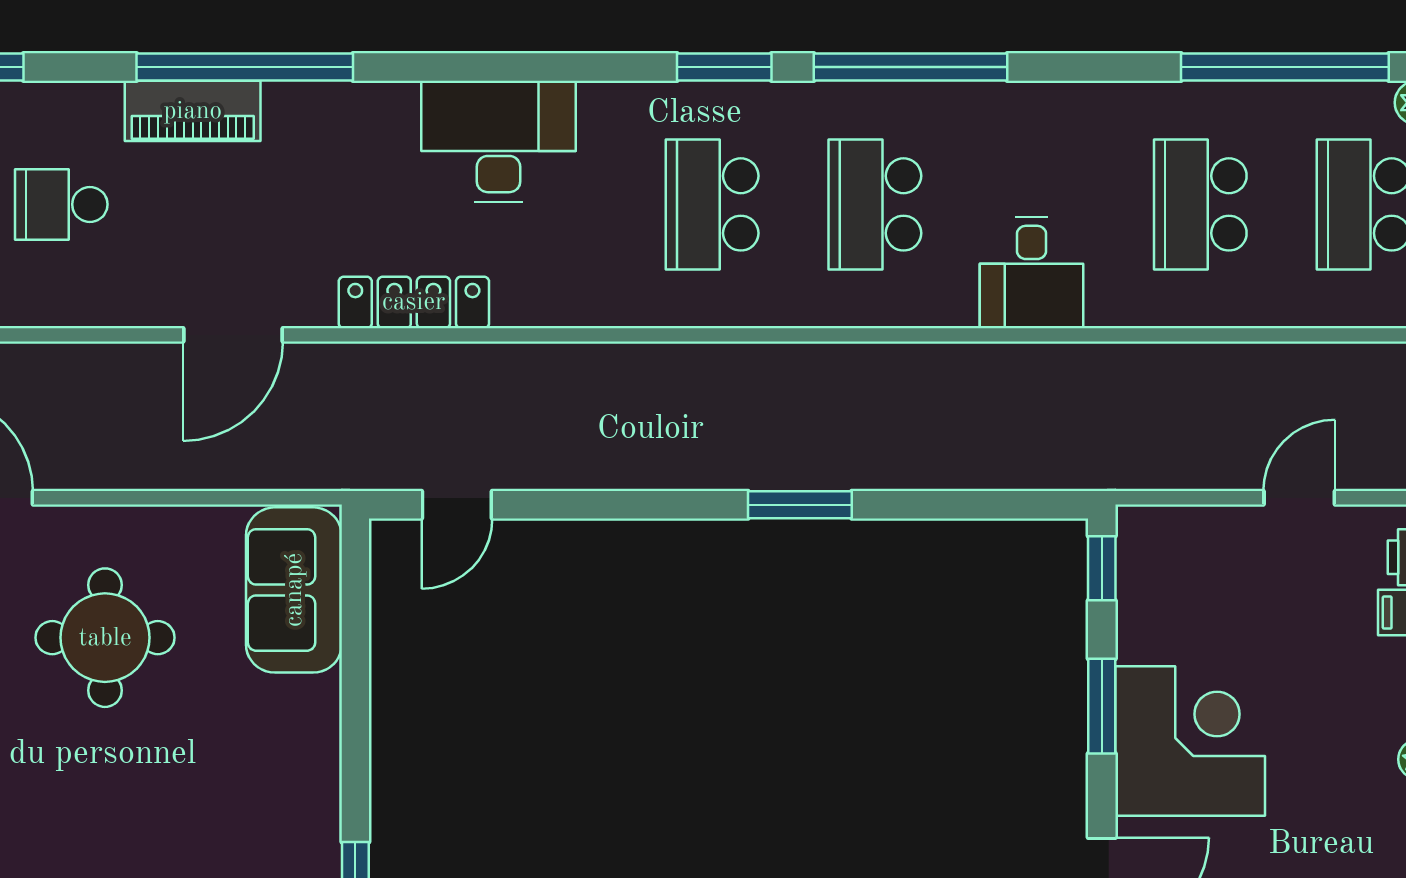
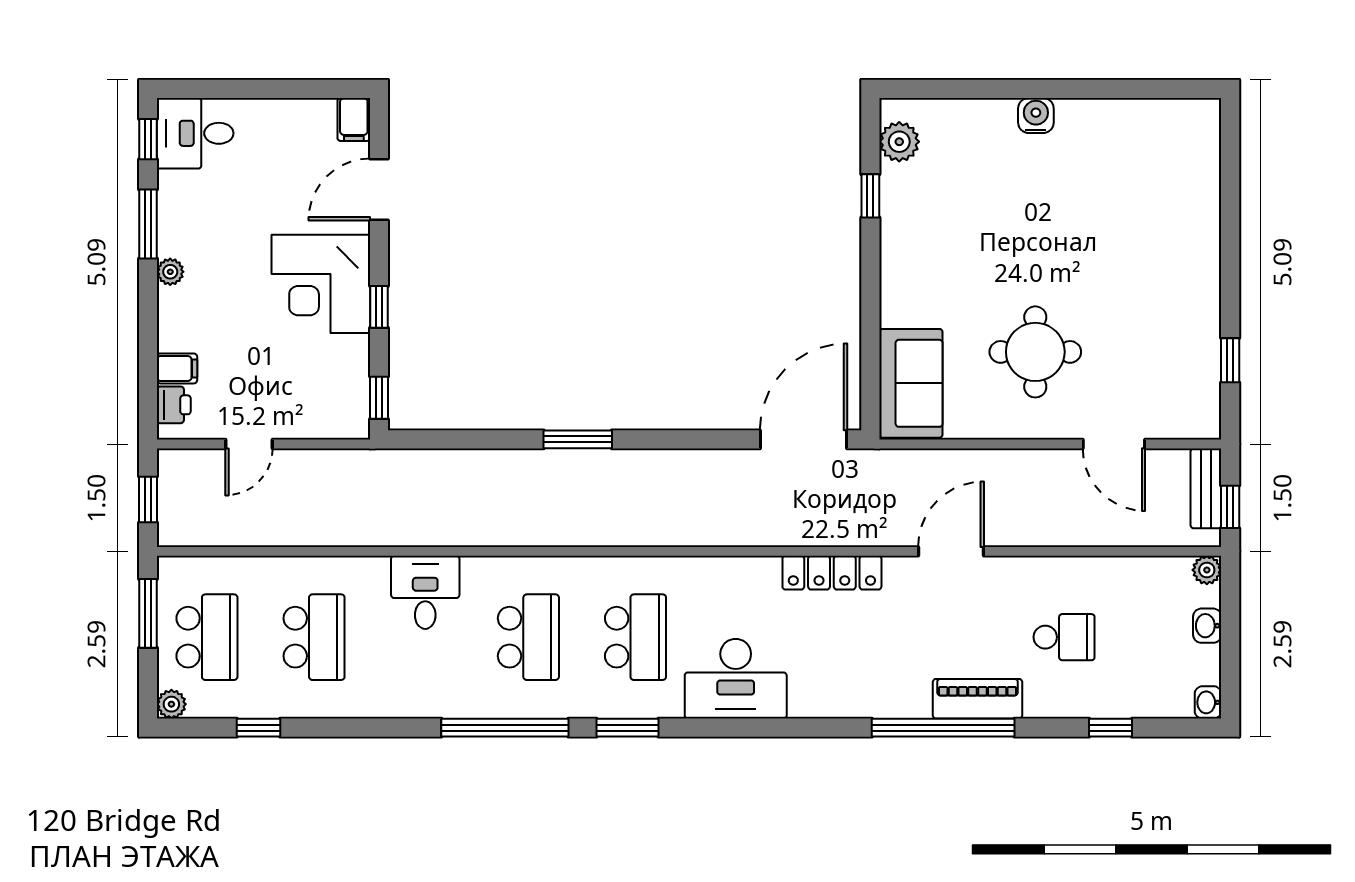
window: (1285, 67) -> (258, 728), width x0.32
desk: (498, 141) -> (736, 679), moved
door: (457, 505) -> (804, 439), width x1.87
window: (1102, 706) -> (379, 307), width x0.67

